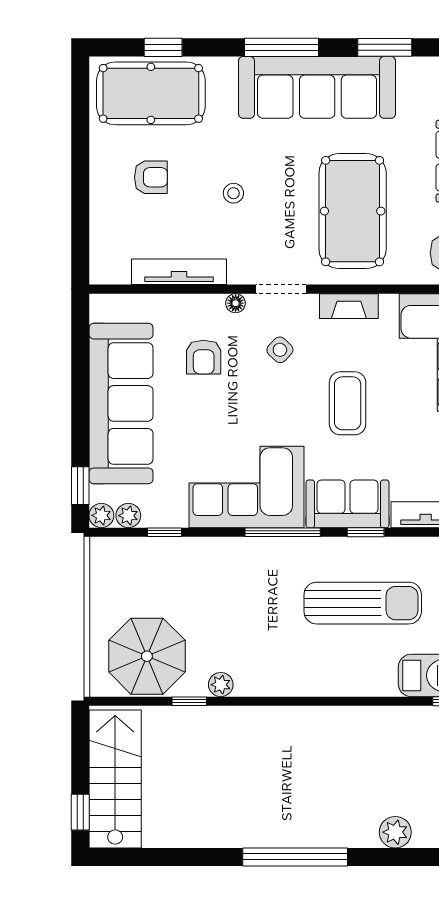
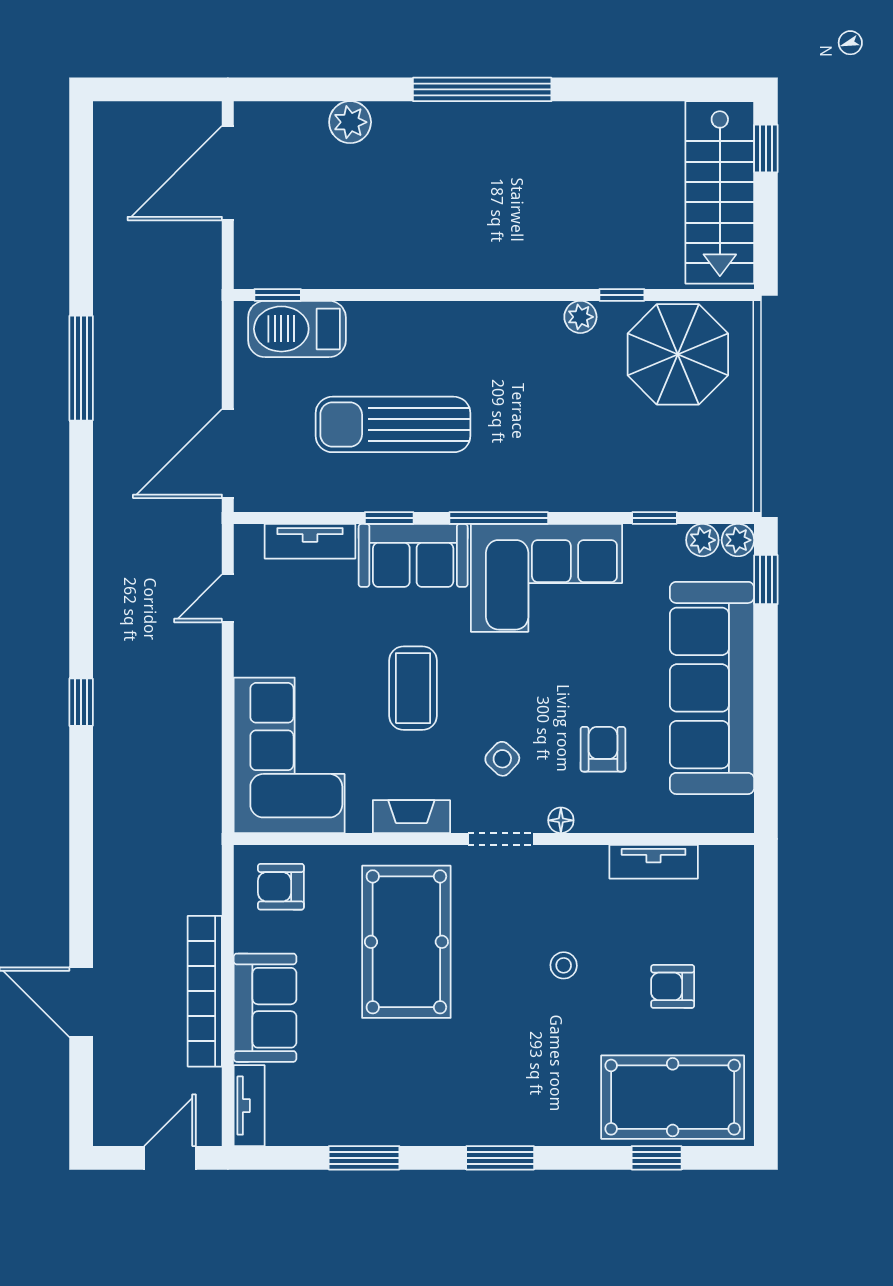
window: (282, 47) -> (500, 1158), width x0.69
sofa: (317, 87) -> (453, 1105), removed
tv unit: (179, 272) -> (654, 862), width x0.71

